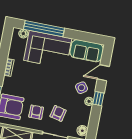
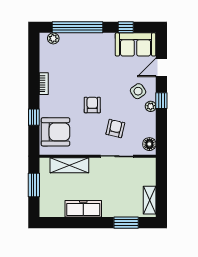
window: (82, 36) -> (126, 27), added
corner sofa: (48, 49) -> (87, 52), removed
armchair: (36, 112) -> (92, 105), moved

